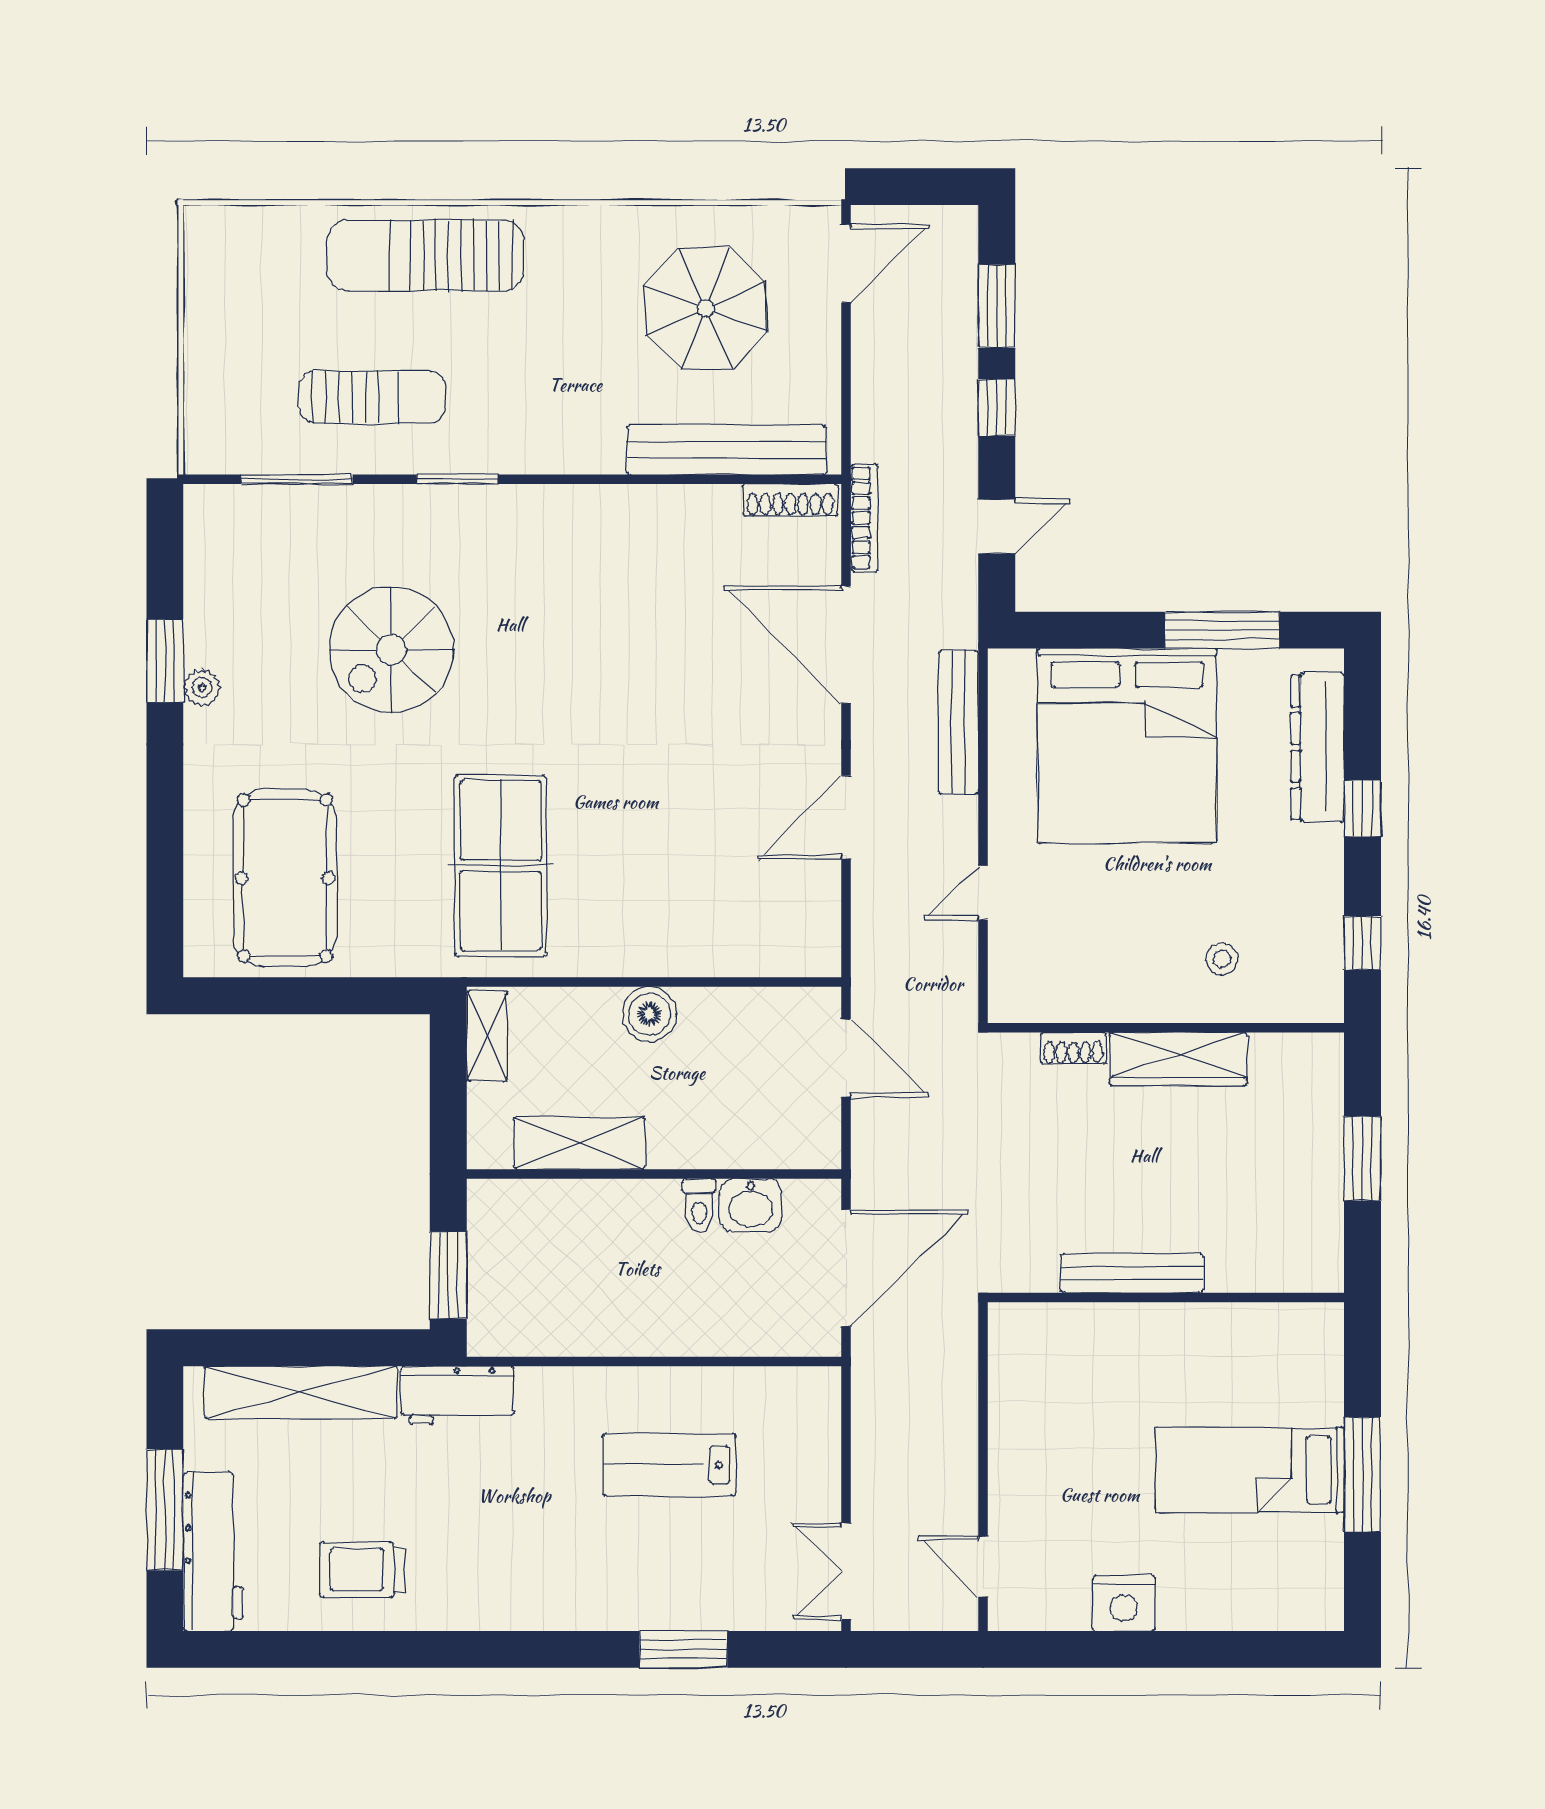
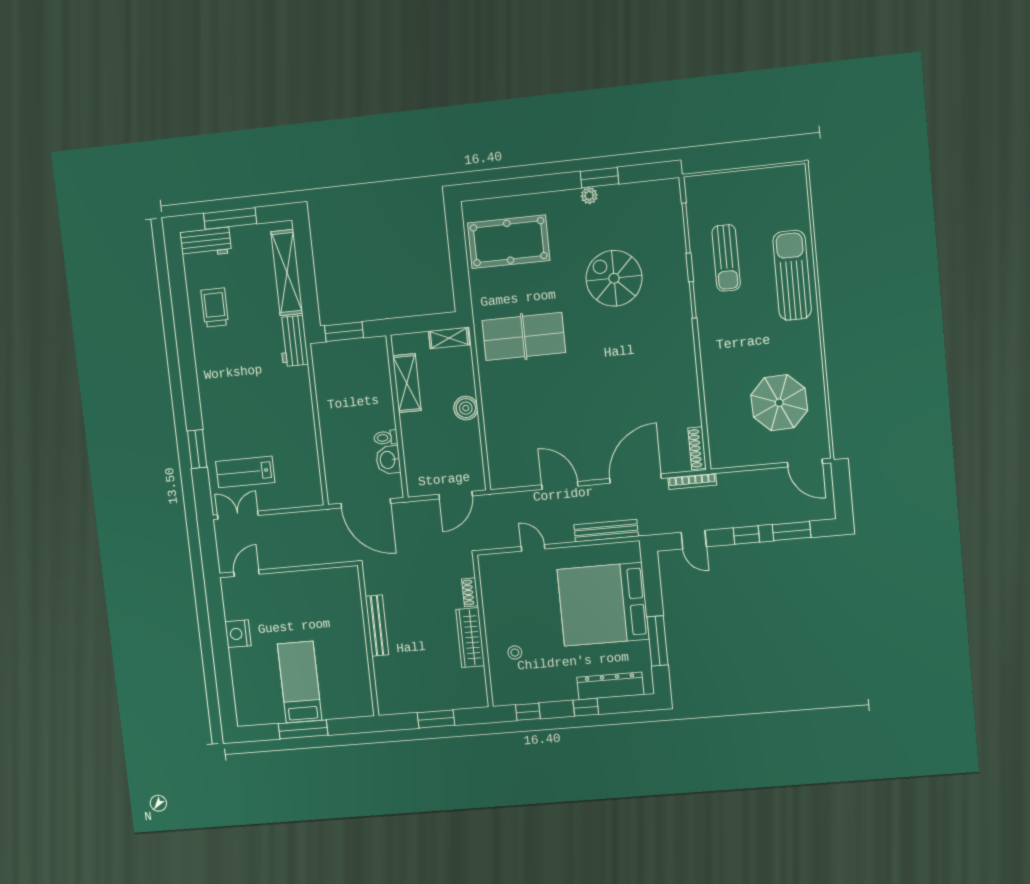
bench: (726, 450) -> (717, 418), removed
lab bench: (669, 1465) -> (245, 472), moved, turned -90
workbench: (213, 1552) -> (206, 243), width x0.73

